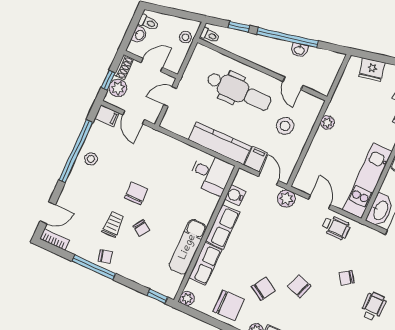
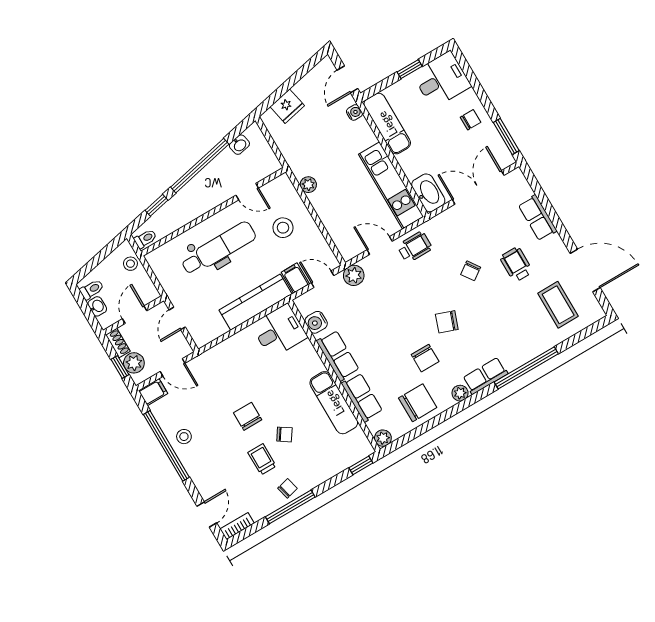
washbasin: (299, 50) -> (239, 145), moved
chair: (263, 289) -> (425, 358), turned 148

